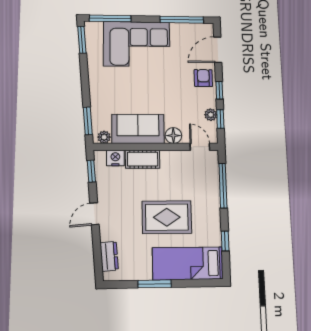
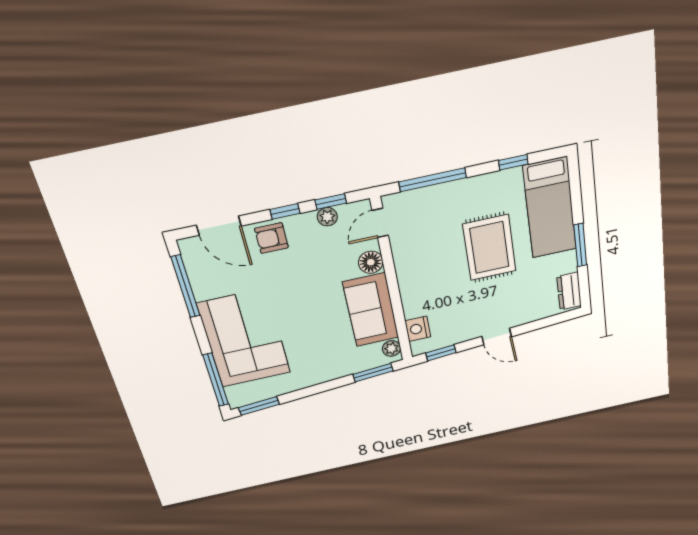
cot: (143, 159) -> (413, 295), removed
dresser: (109, 256) -> (569, 291), moved, turned -85

